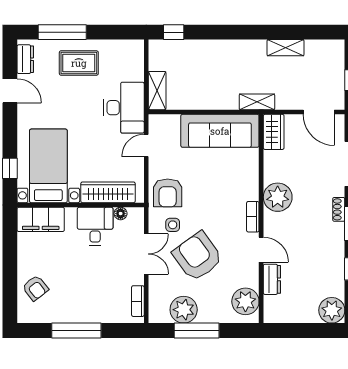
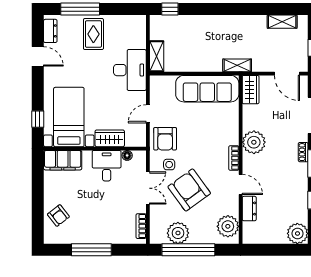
shelving: (285, 48) -> (282, 22), moved
rug: (79, 63) -> (93, 34), turned 90
door: (146, 145) -> (148, 114), moved
wardrobe: (108, 192) -> (110, 138), width x0.67
window: (197, 330) -> (188, 250), width x1.46

